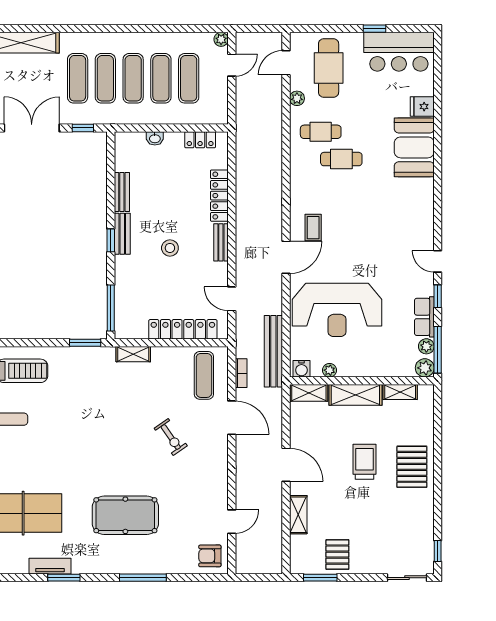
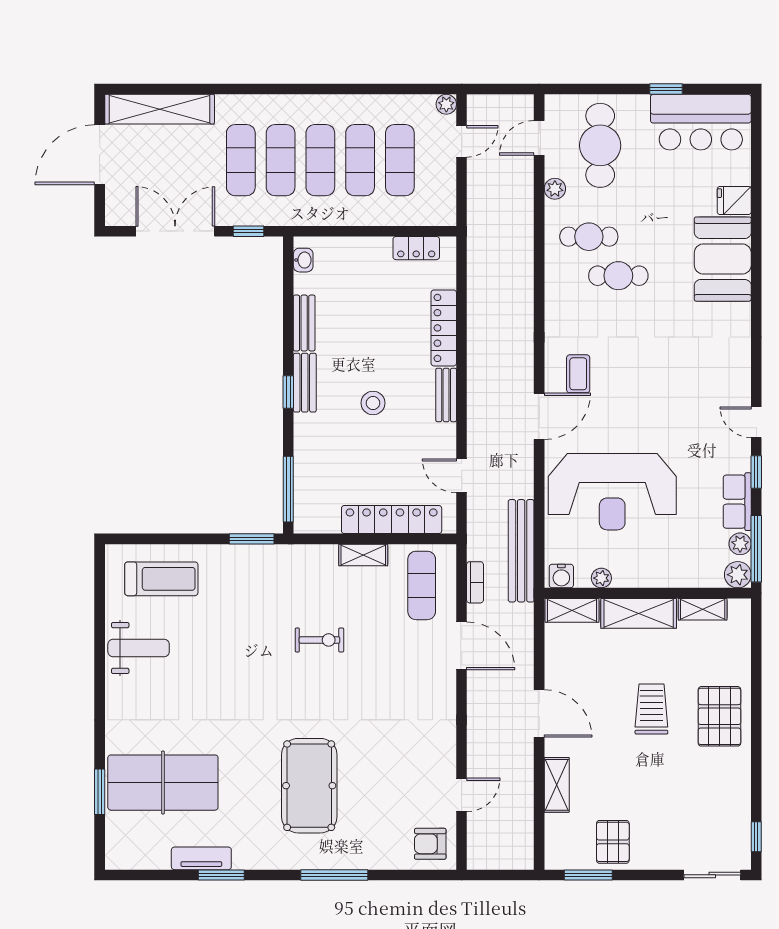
washbasin: (155, 138) -> (303, 260), moved, turned -90
shelving: (133, 354) -> (363, 555), moved
exercise bike: (171, 437) -> (319, 640), moved, turned -55
pool table: (125, 515) -> (309, 786), turned 90

